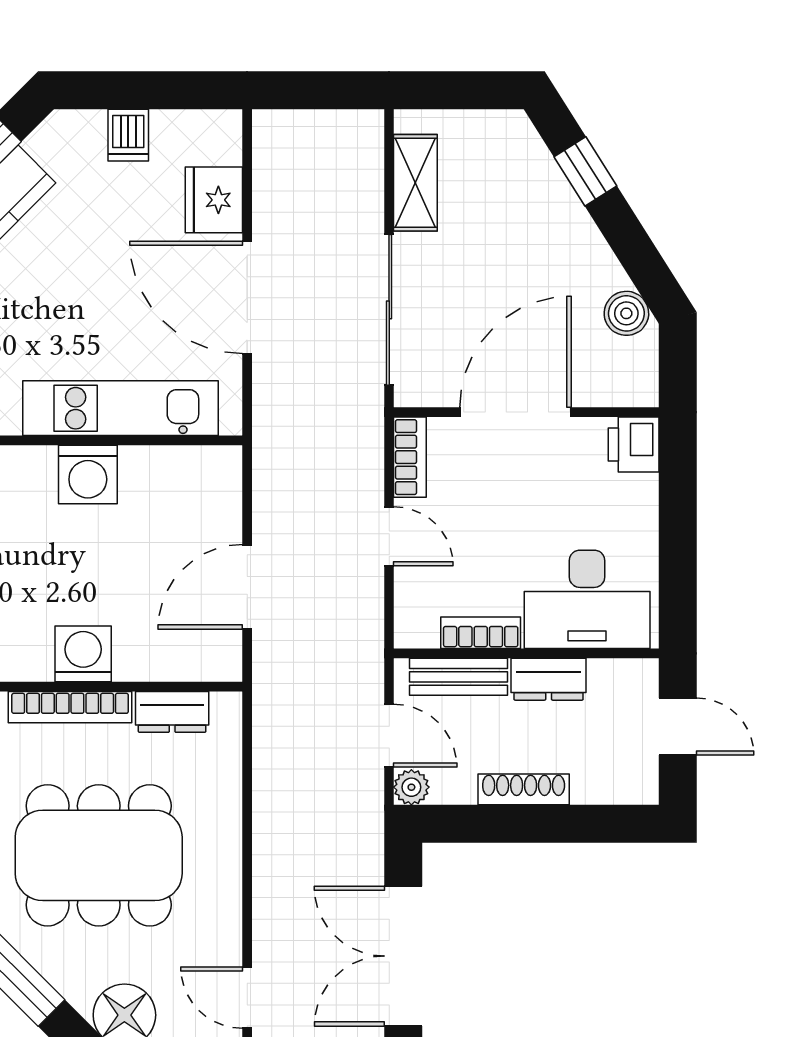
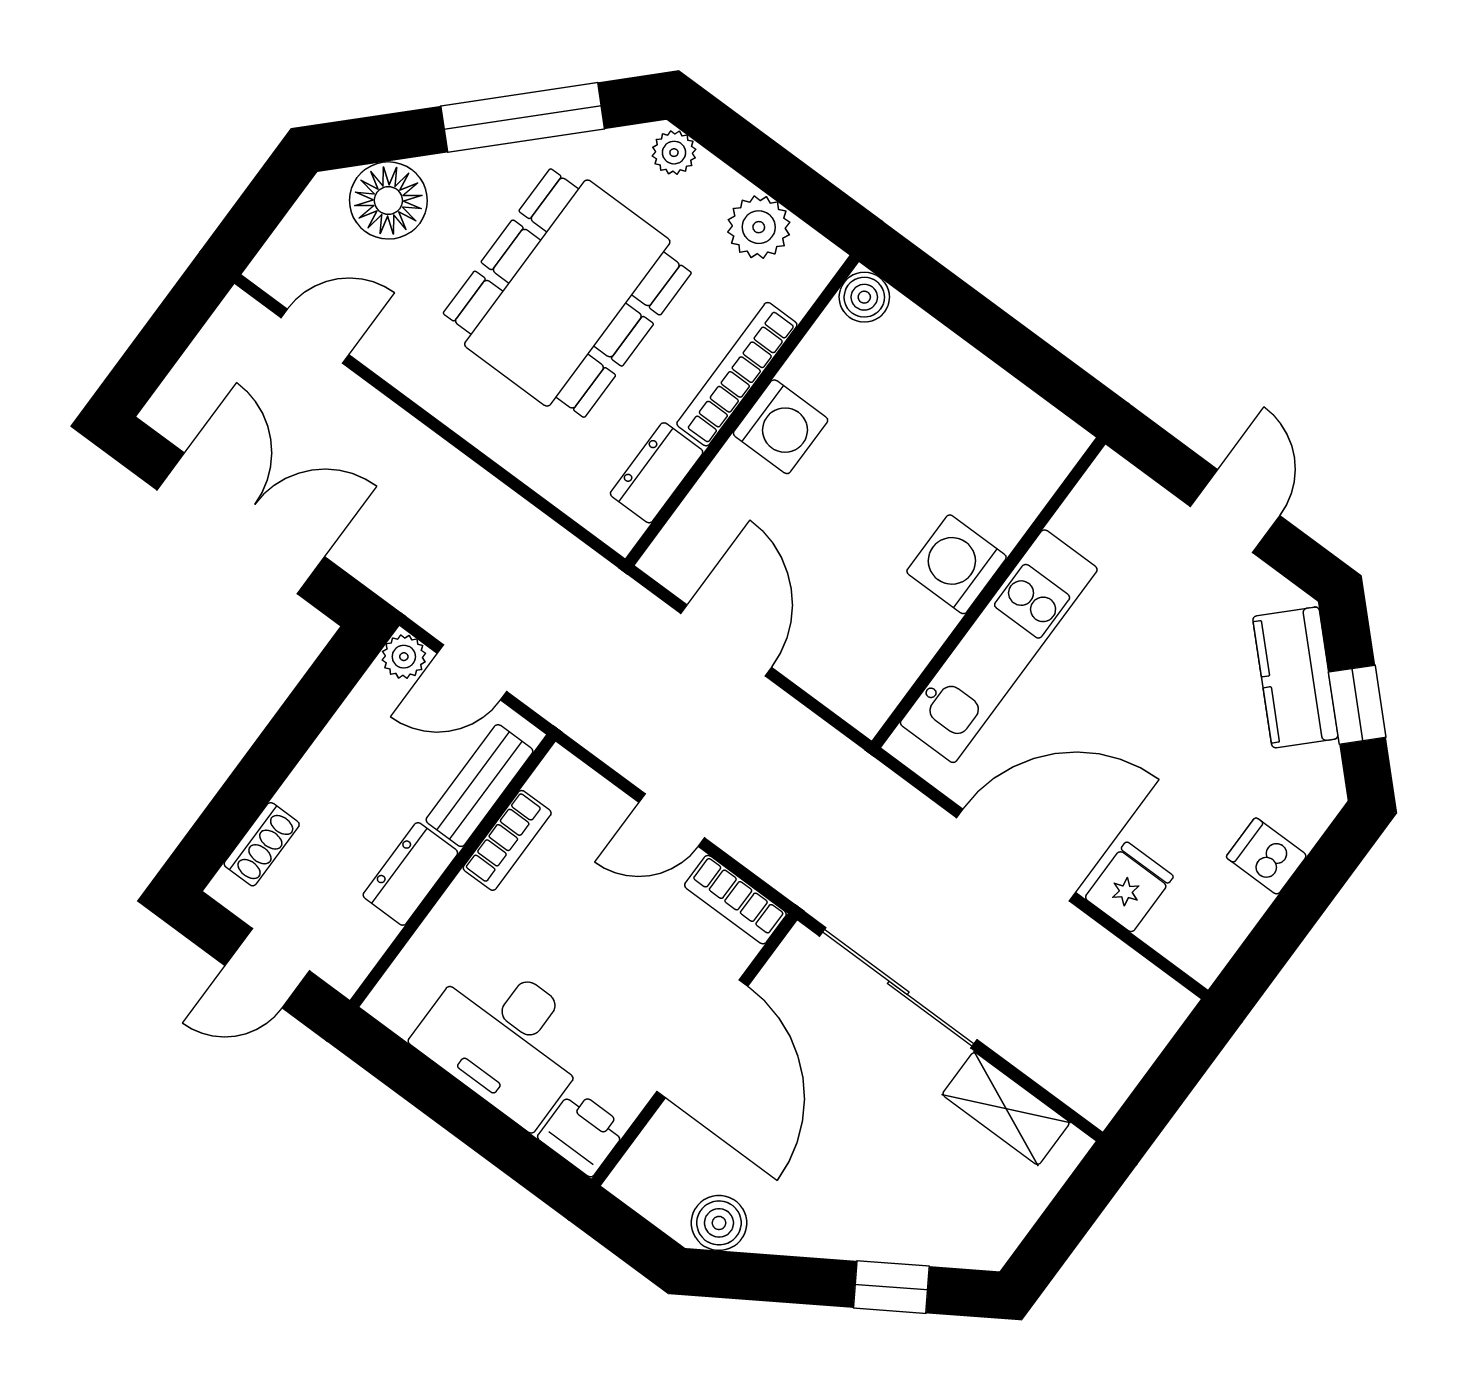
fridge: (214, 200) -> (1129, 887), width x0.72
desk: (587, 599) -> (506, 1039), moved, turned -90
shoe rack: (524, 789) -> (262, 844), moved, width x0.70

